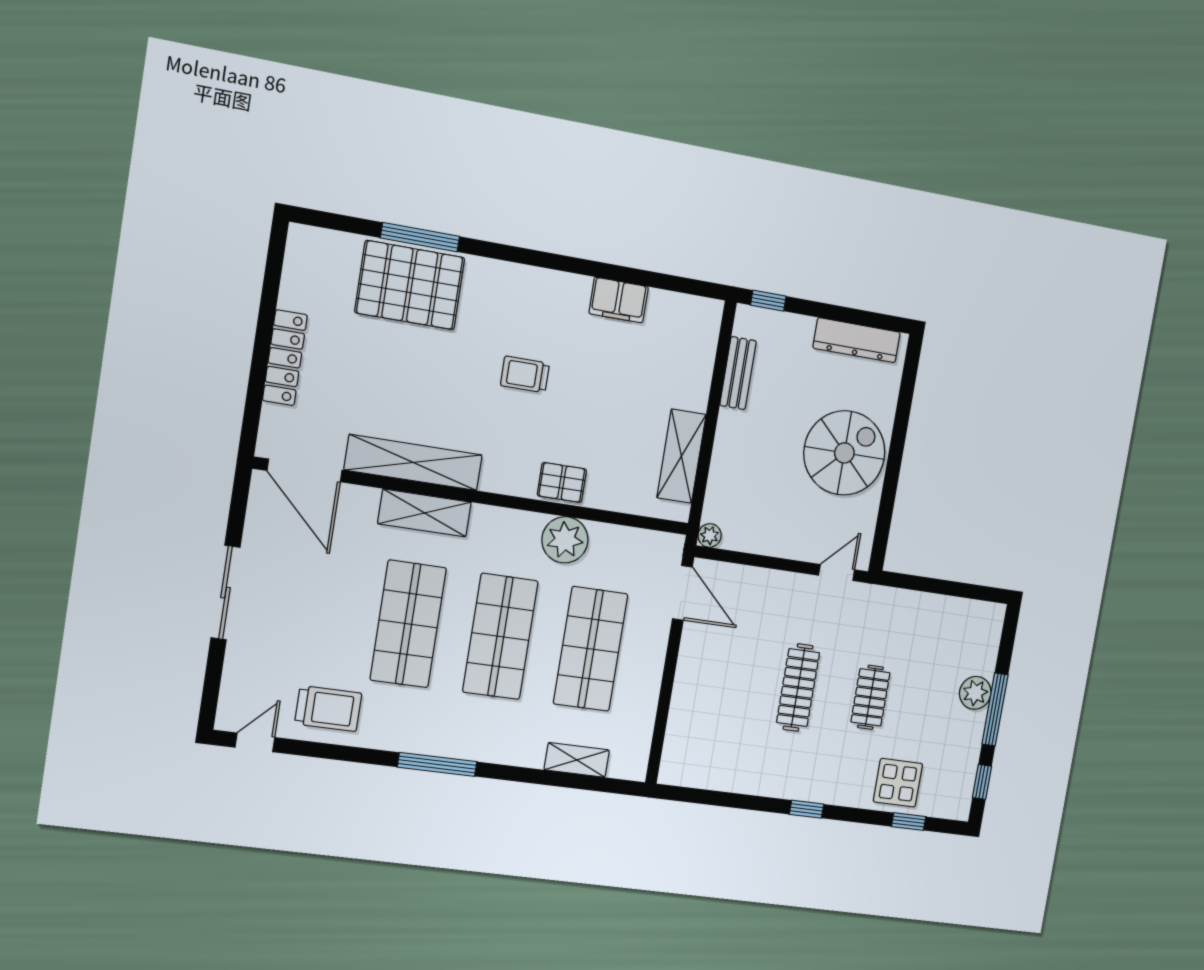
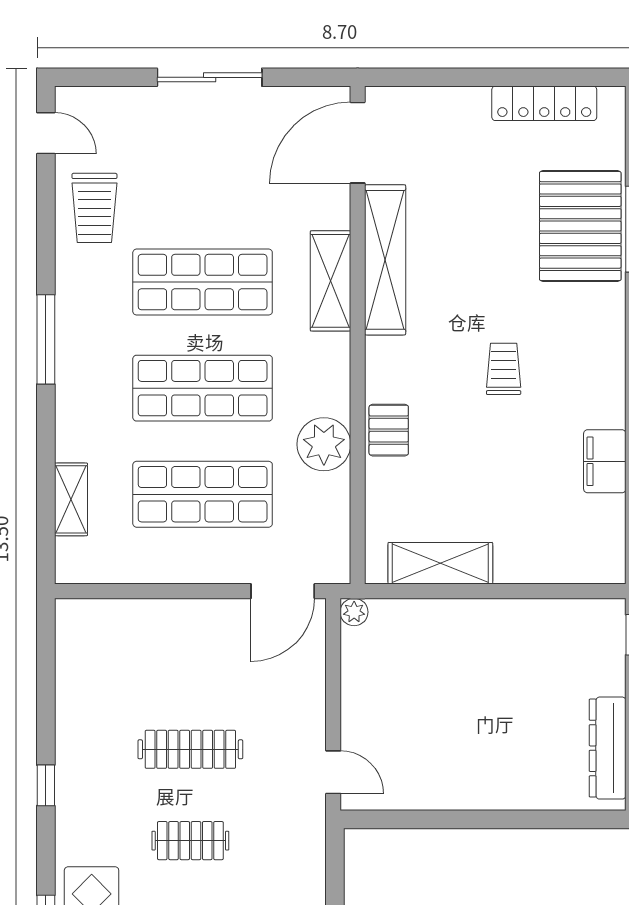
locker: (285, 358) -> (544, 103), moved
bench: (738, 373) -> (546, 614), removed
spiral stairs: (844, 453) -> (475, 757), removed

